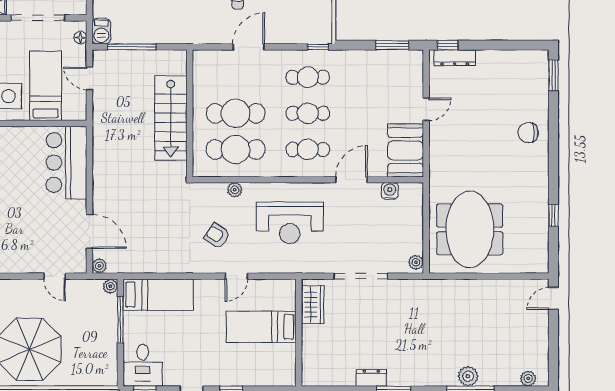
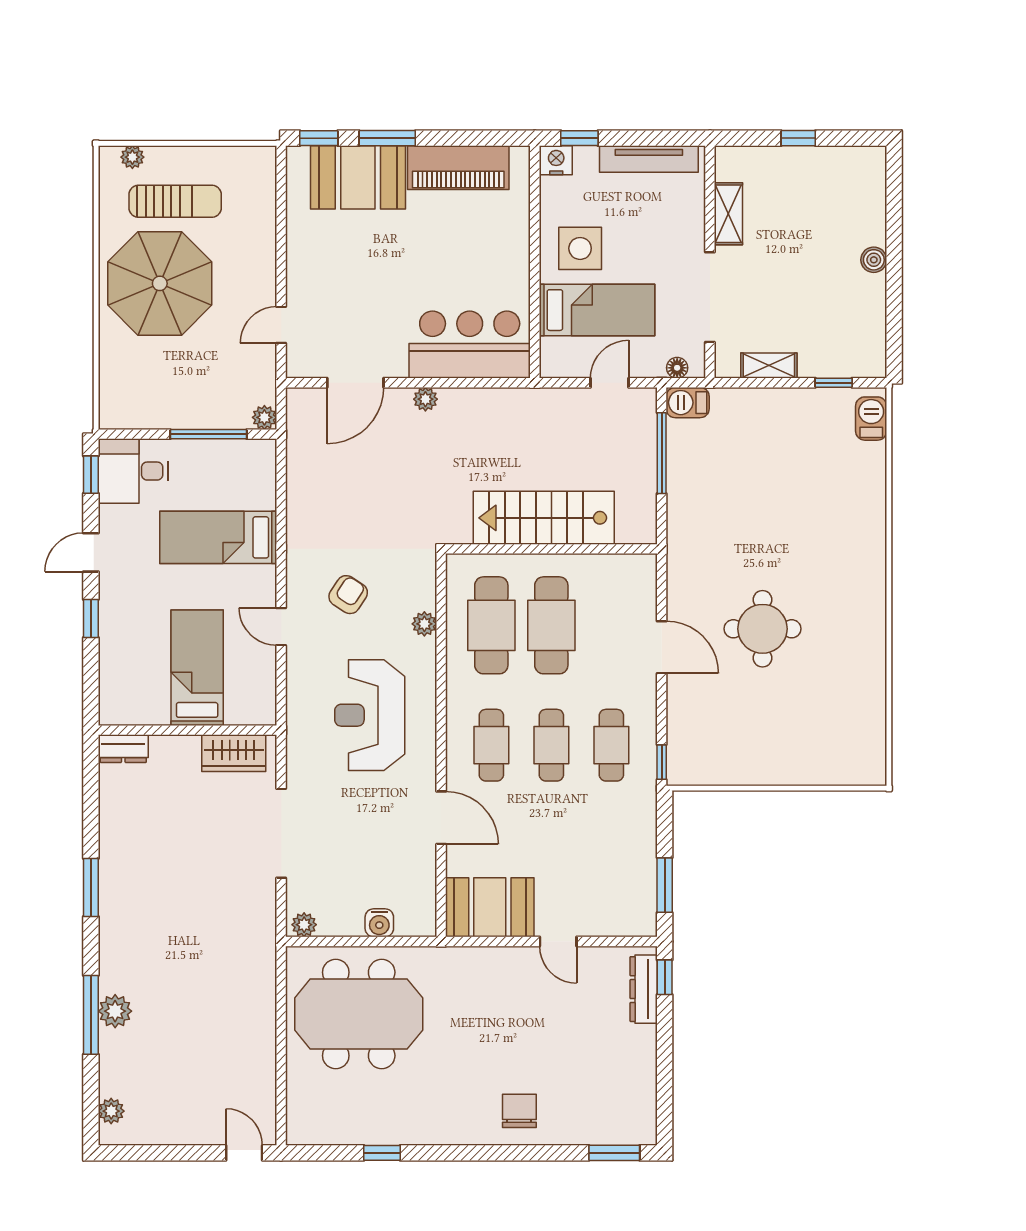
water cooler: (390, 191) -> (379, 923), moved, turned 90
plant: (99, 266) -> (425, 399), moved
bed: (158, 295) -> (218, 537), moved, turned 90
dresser: (371, 378) -> (123, 749), moved, turned 90

